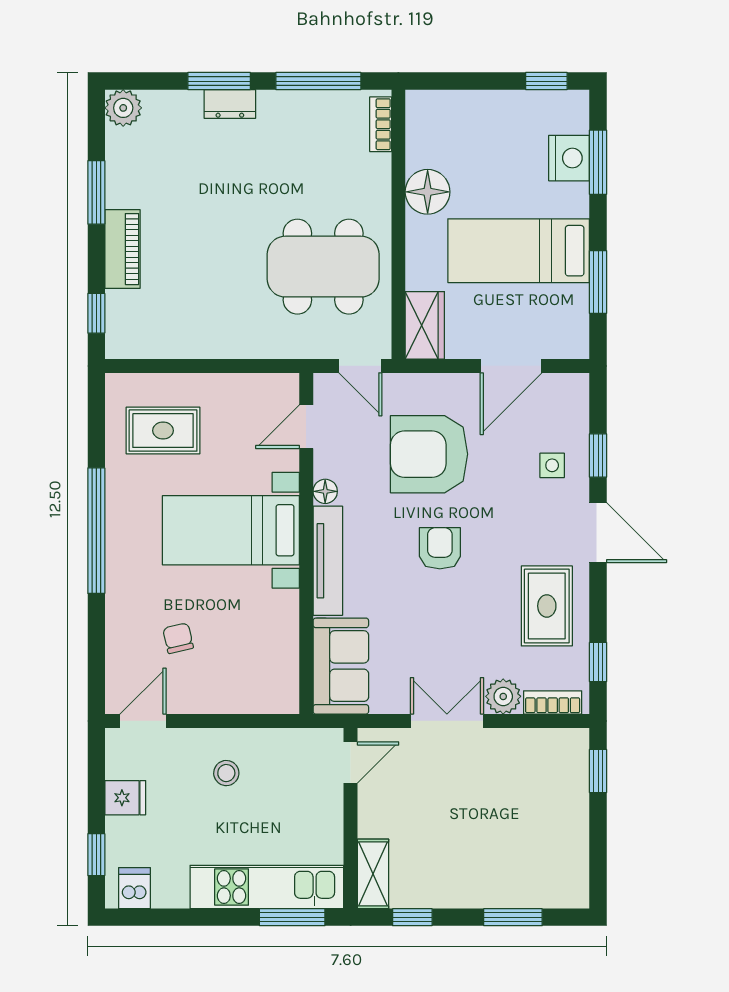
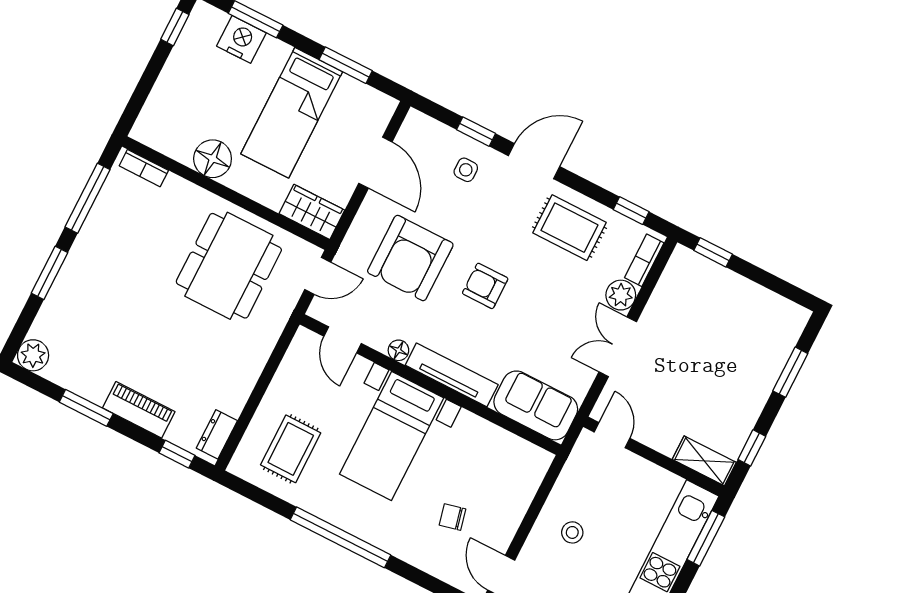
dresser: (230, 104) -> (217, 434), moved, turned 180

